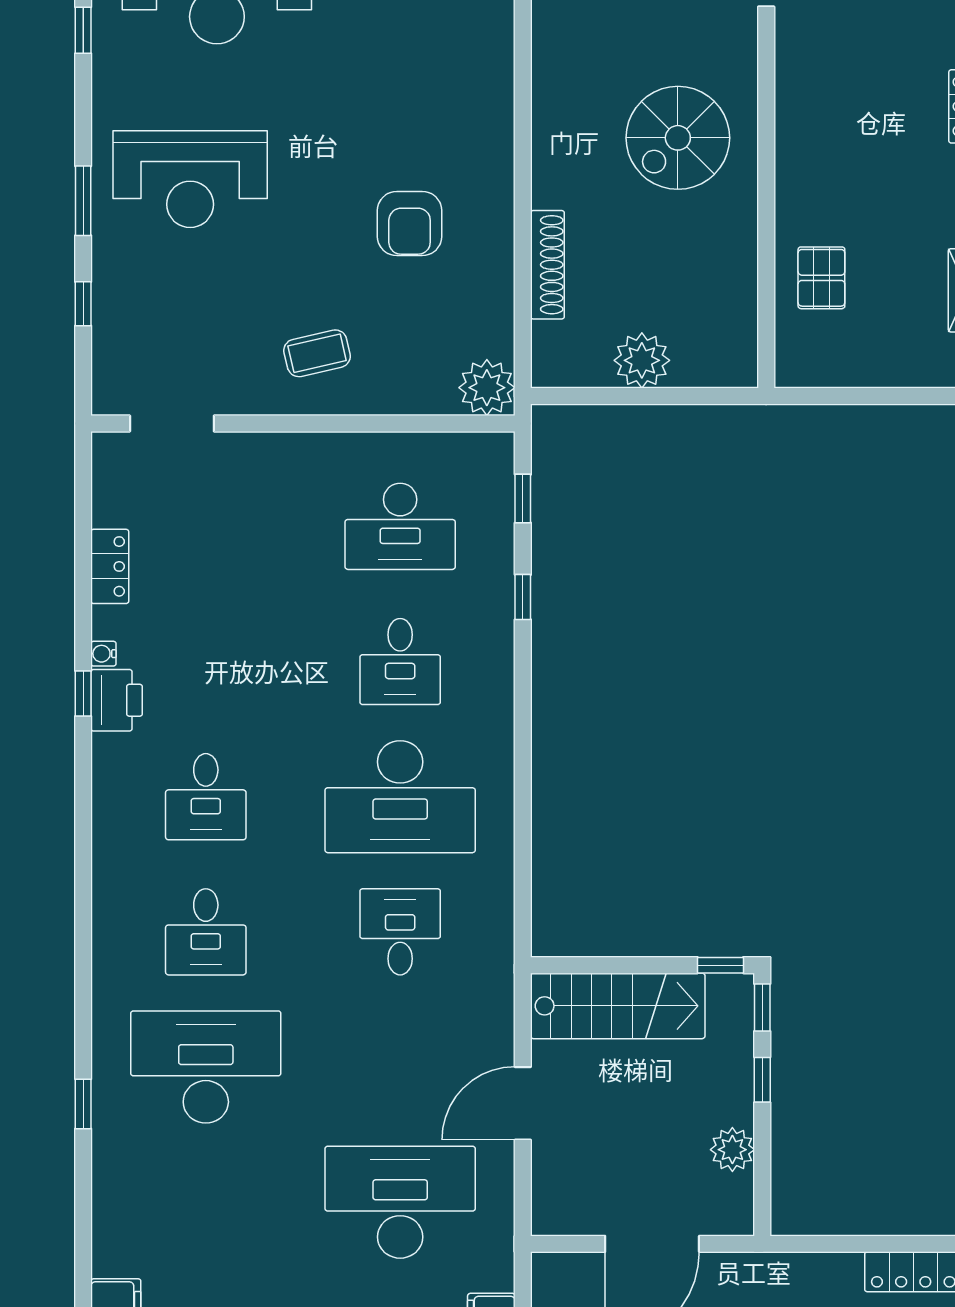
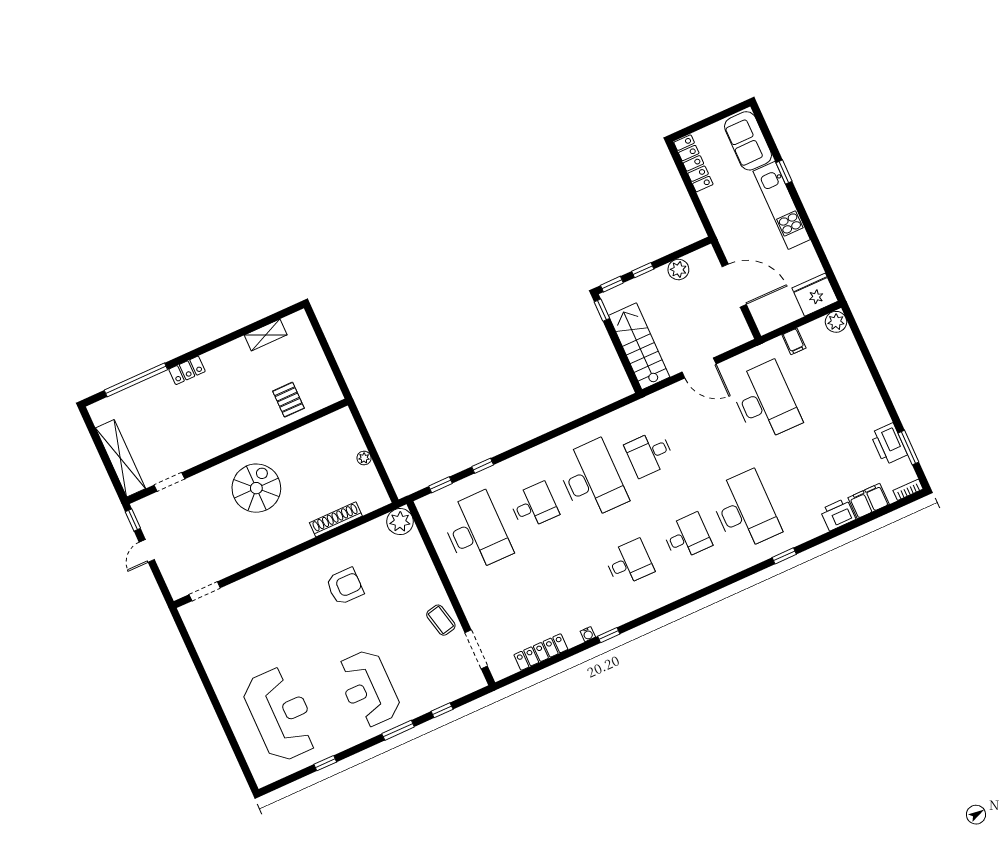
spiral stairs: (678, 138) -> (256, 488), turned -90
reception desk: (190, 179) -> (368, 689), turned 180
pallet: (821, 278) -> (288, 400), turned 90
coffee table: (317, 353) -> (441, 620), moved
plant: (642, 360) -> (364, 458), width x0.53, depth x0.53
desk: (400, 526) -> (476, 532), width x1.36, depth x1.30
locker: (110, 566) -> (541, 652), width x1.53
printer: (117, 700) -> (838, 514), moved
desk: (206, 1067) -> (745, 511), turned 180
desk: (400, 1202) -> (765, 401), turned 180

